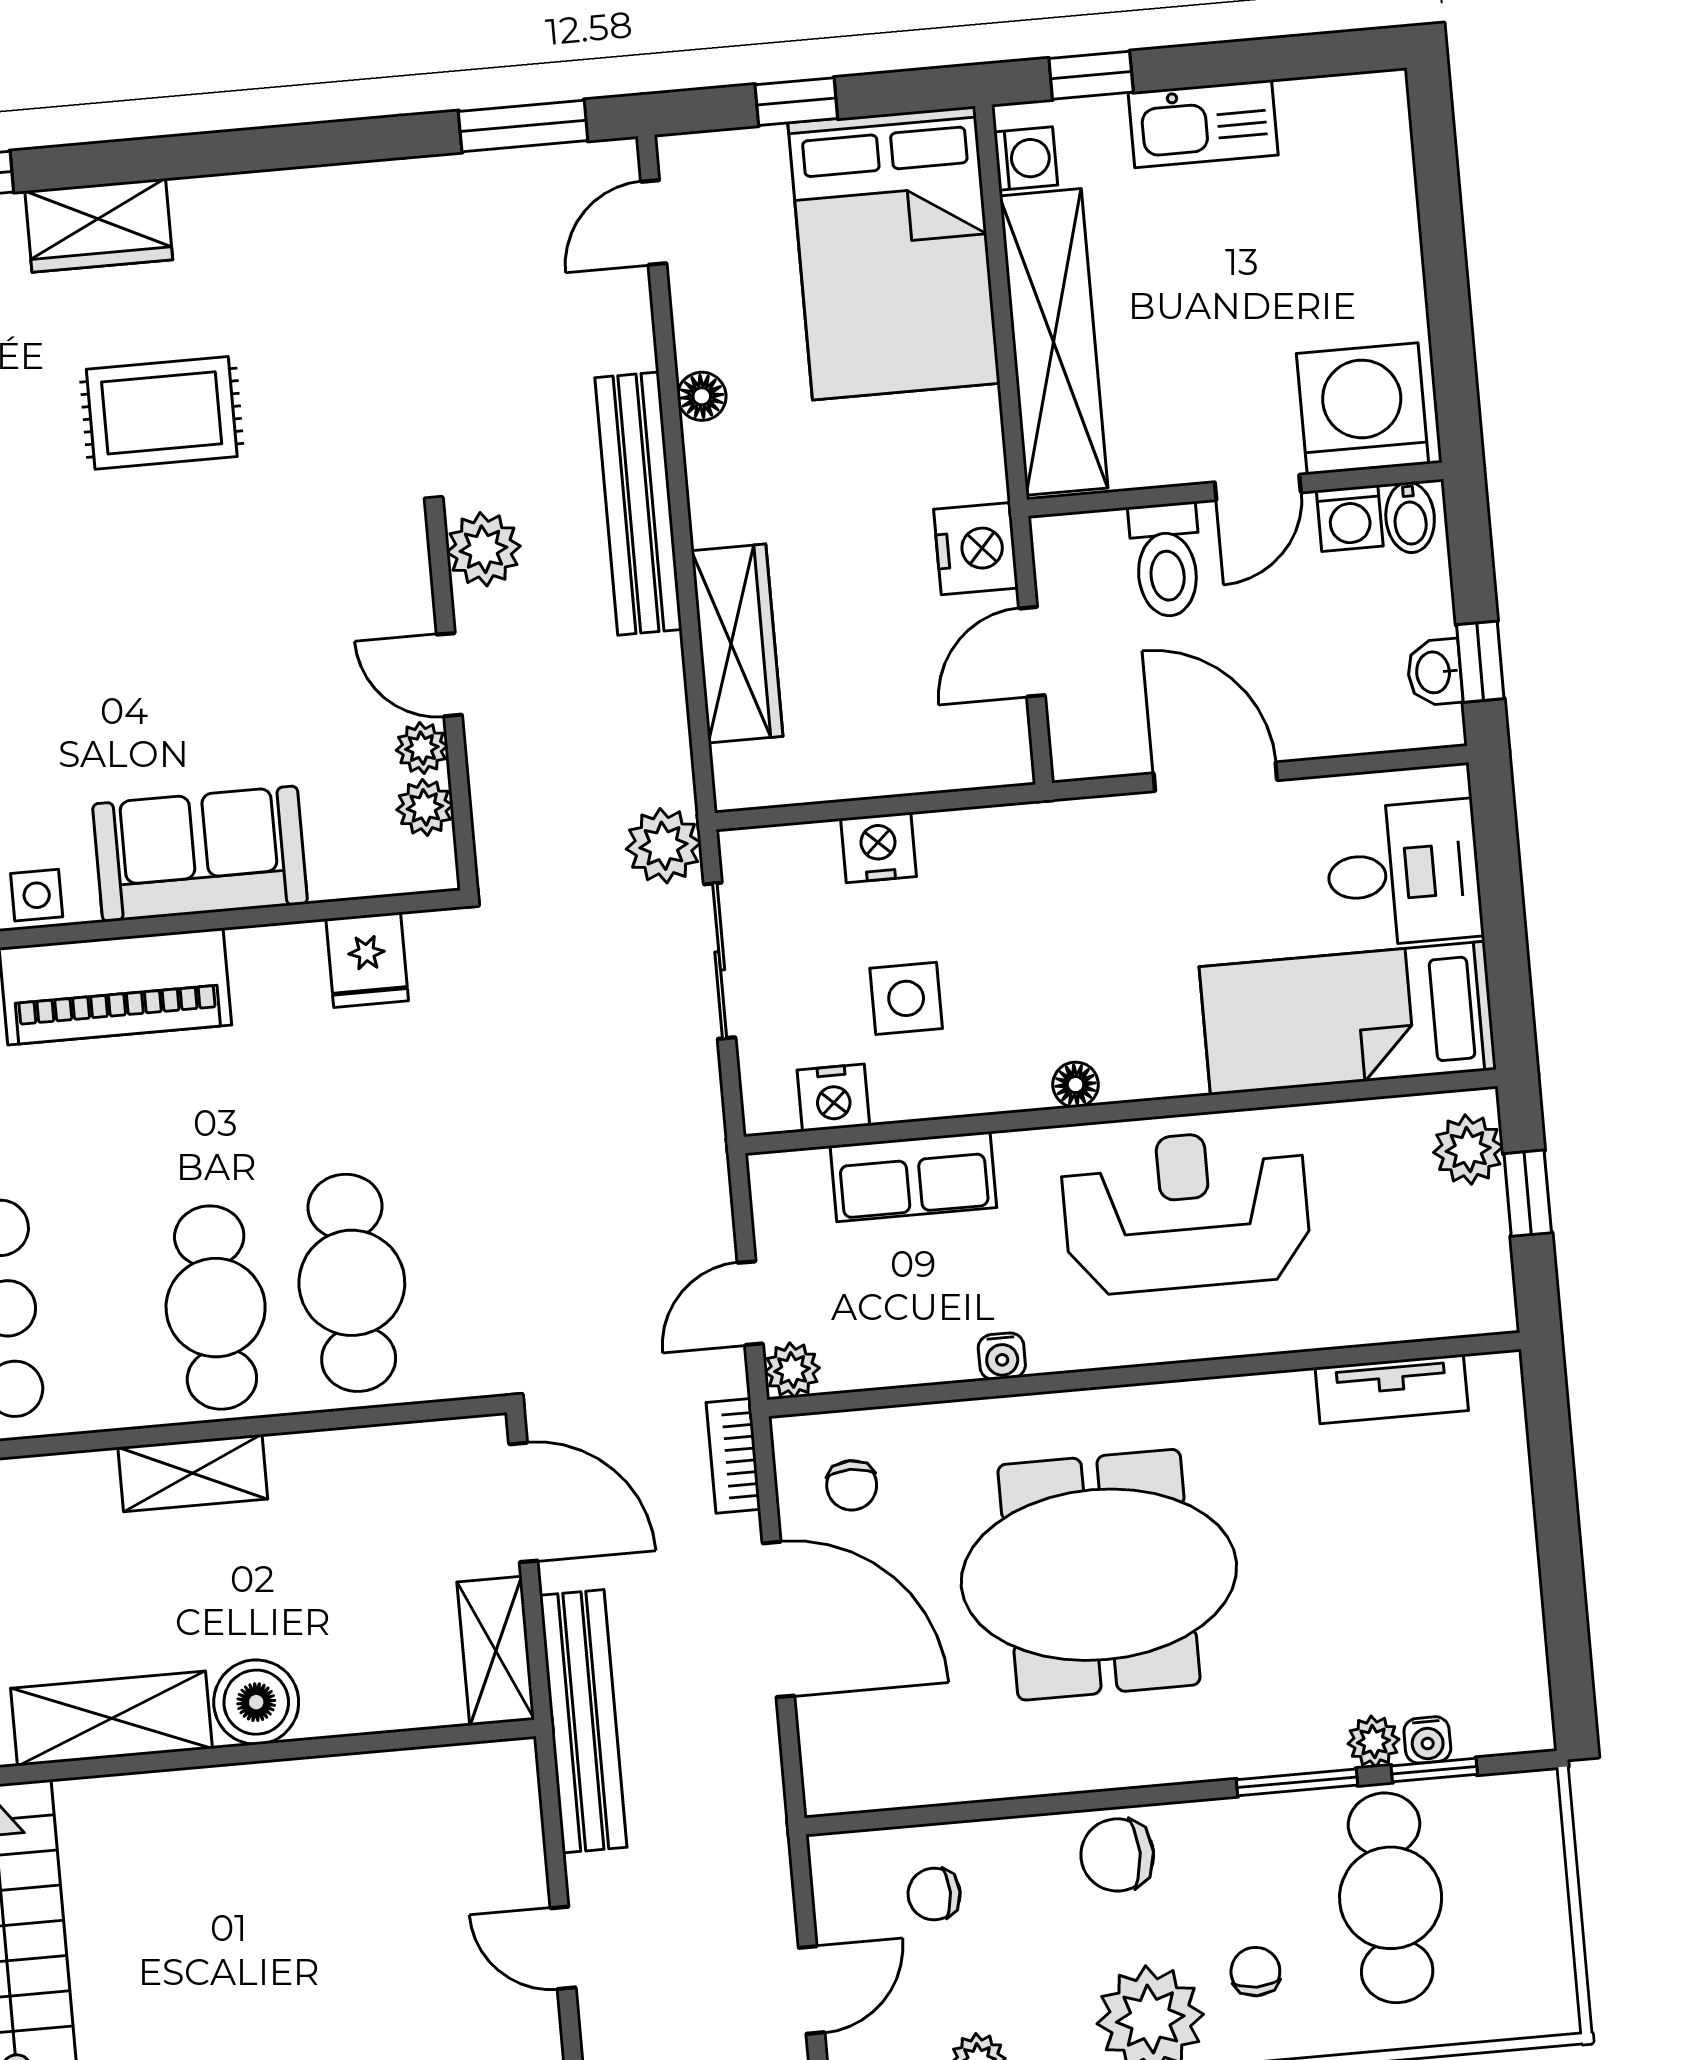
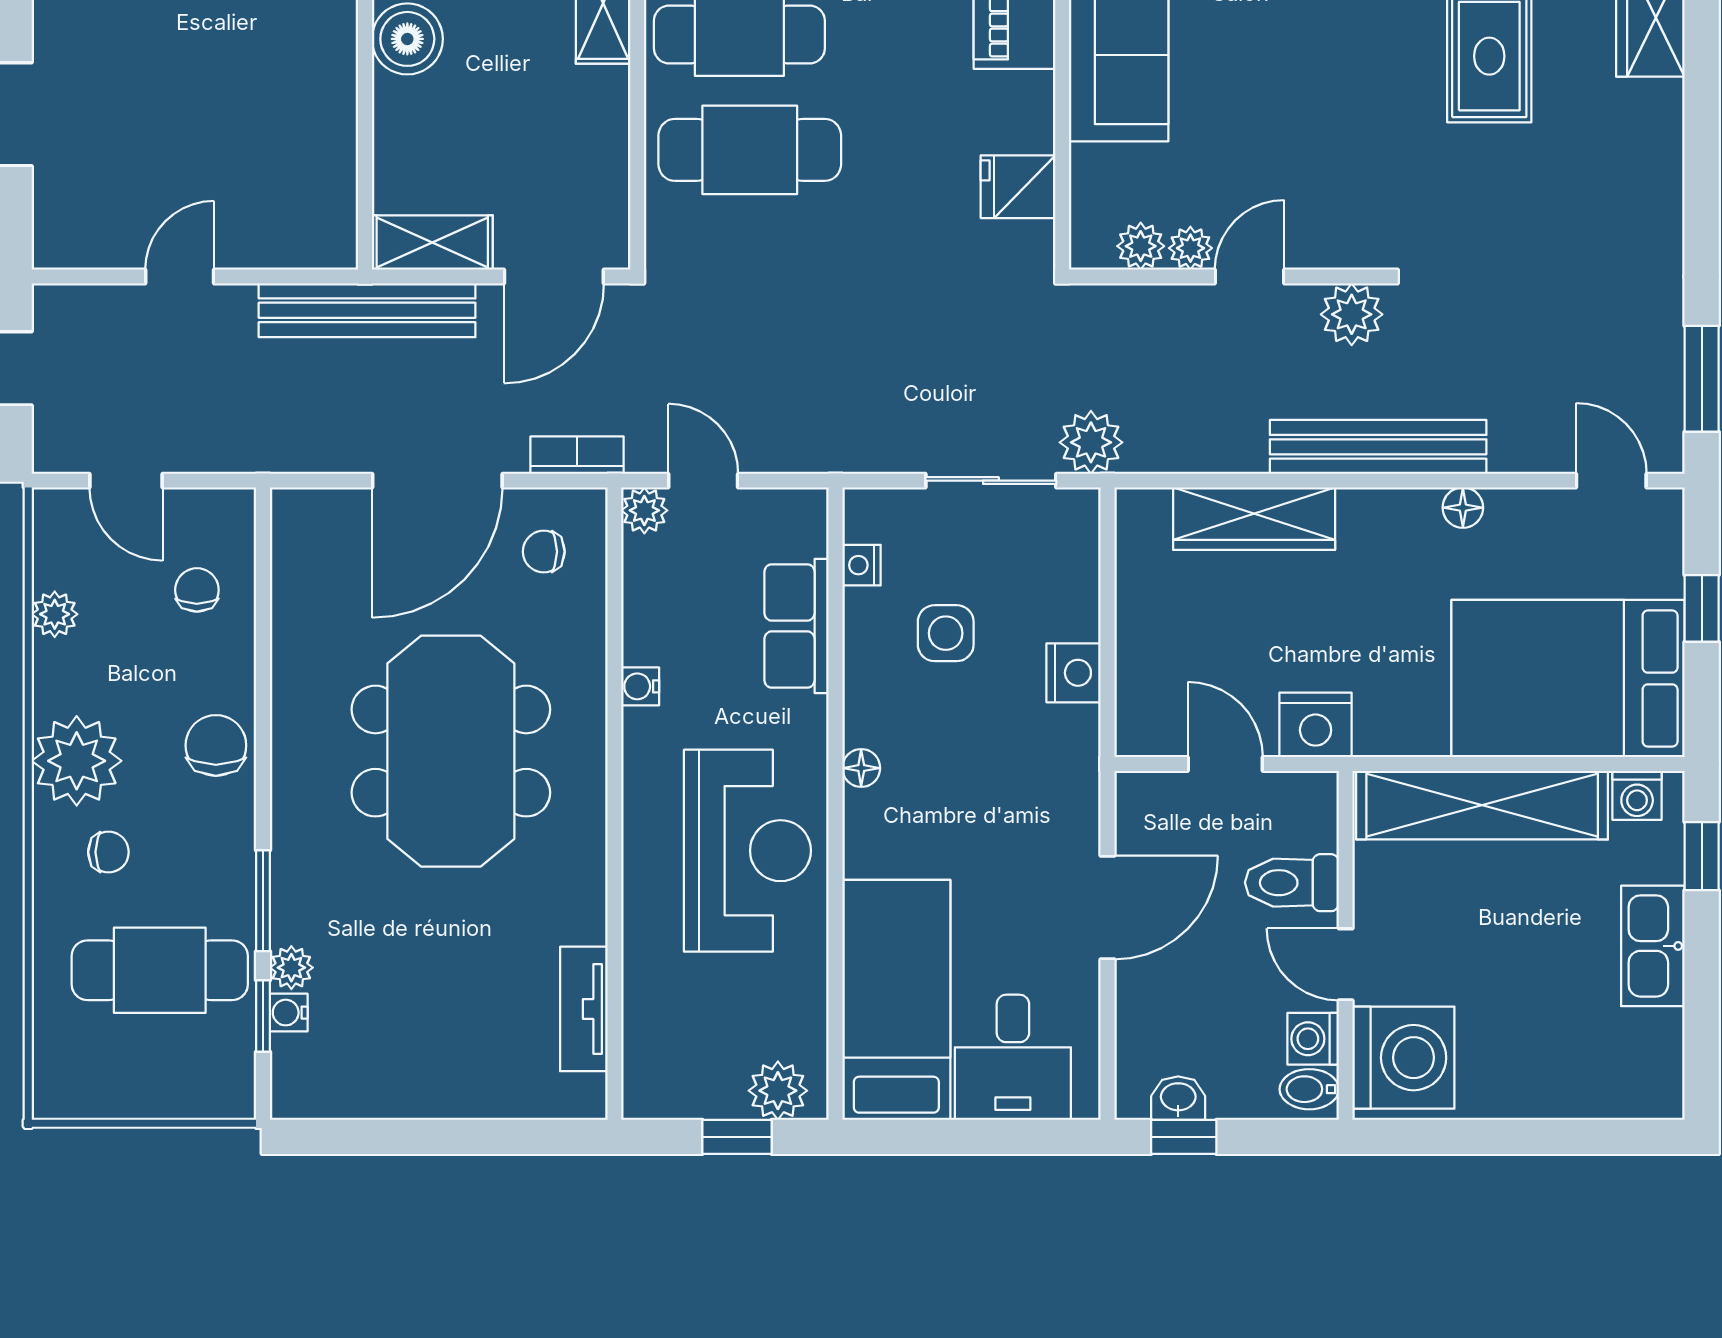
nightstand: (878, 847) -> (1074, 673), moved
nightstand: (833, 1098) -> (861, 565), width x0.72, depth x0.74

